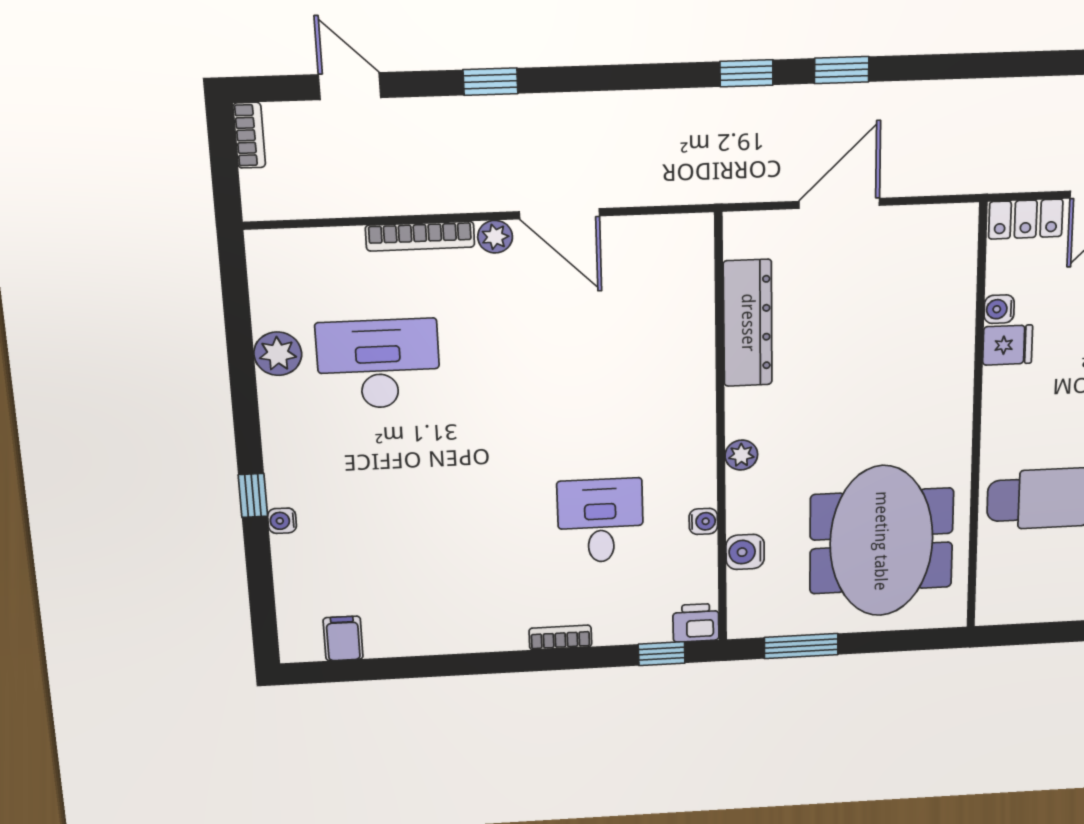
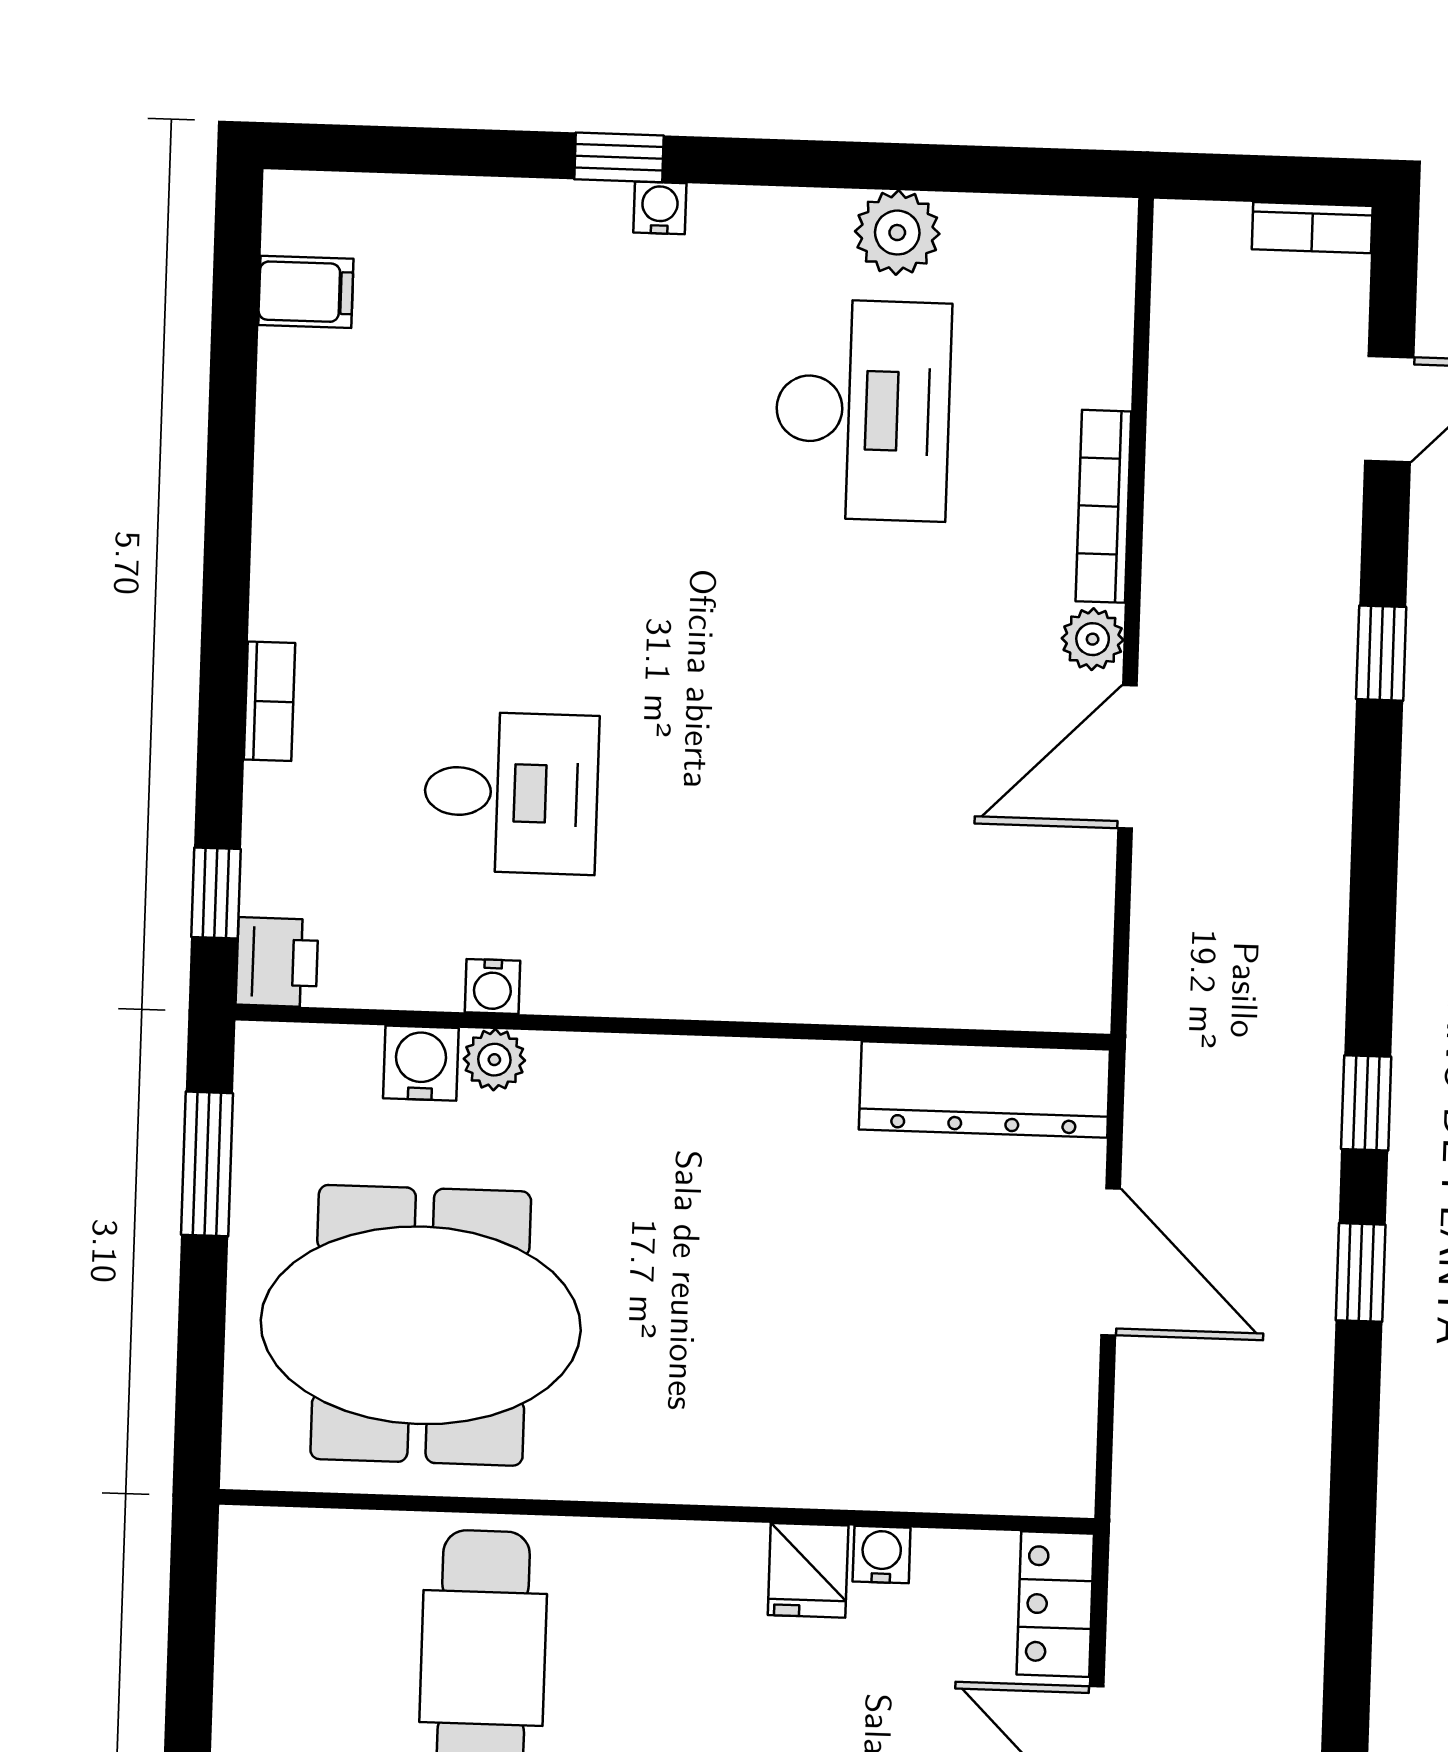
dresser: (748, 323) -> (984, 1090), moved
plant: (741, 455) -> (494, 1060), moved
water cooler: (282, 521) -> (660, 208), moved

